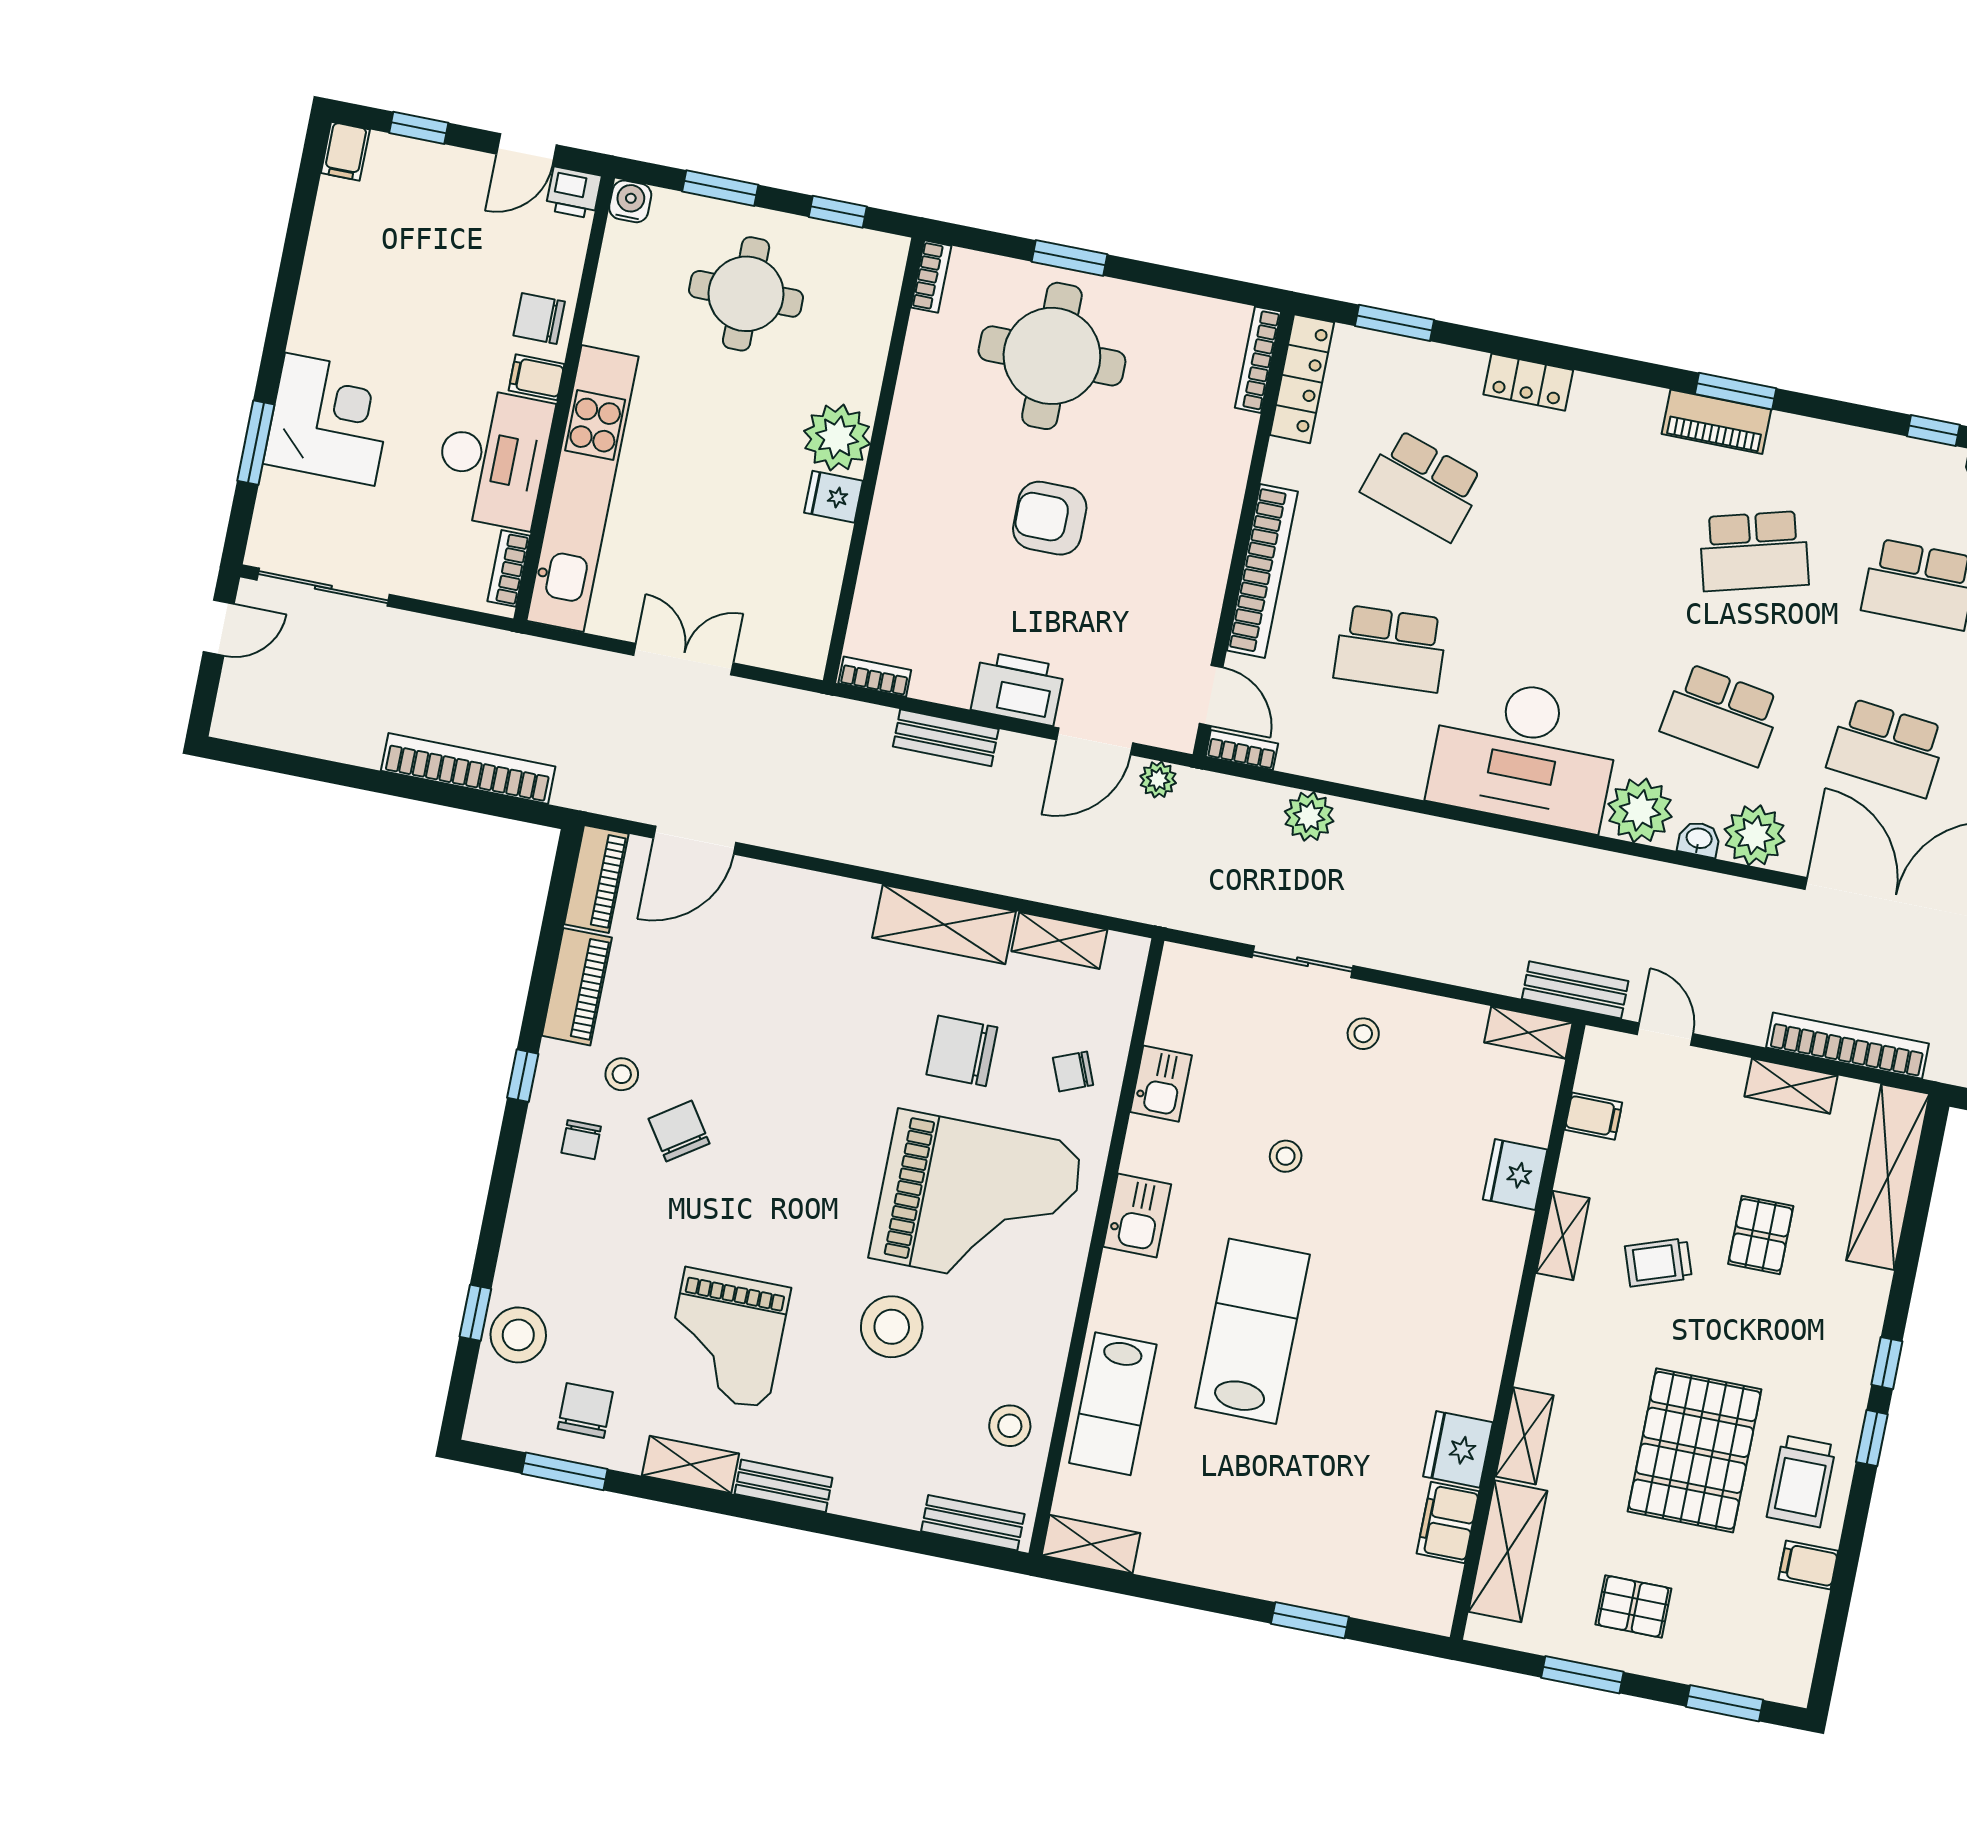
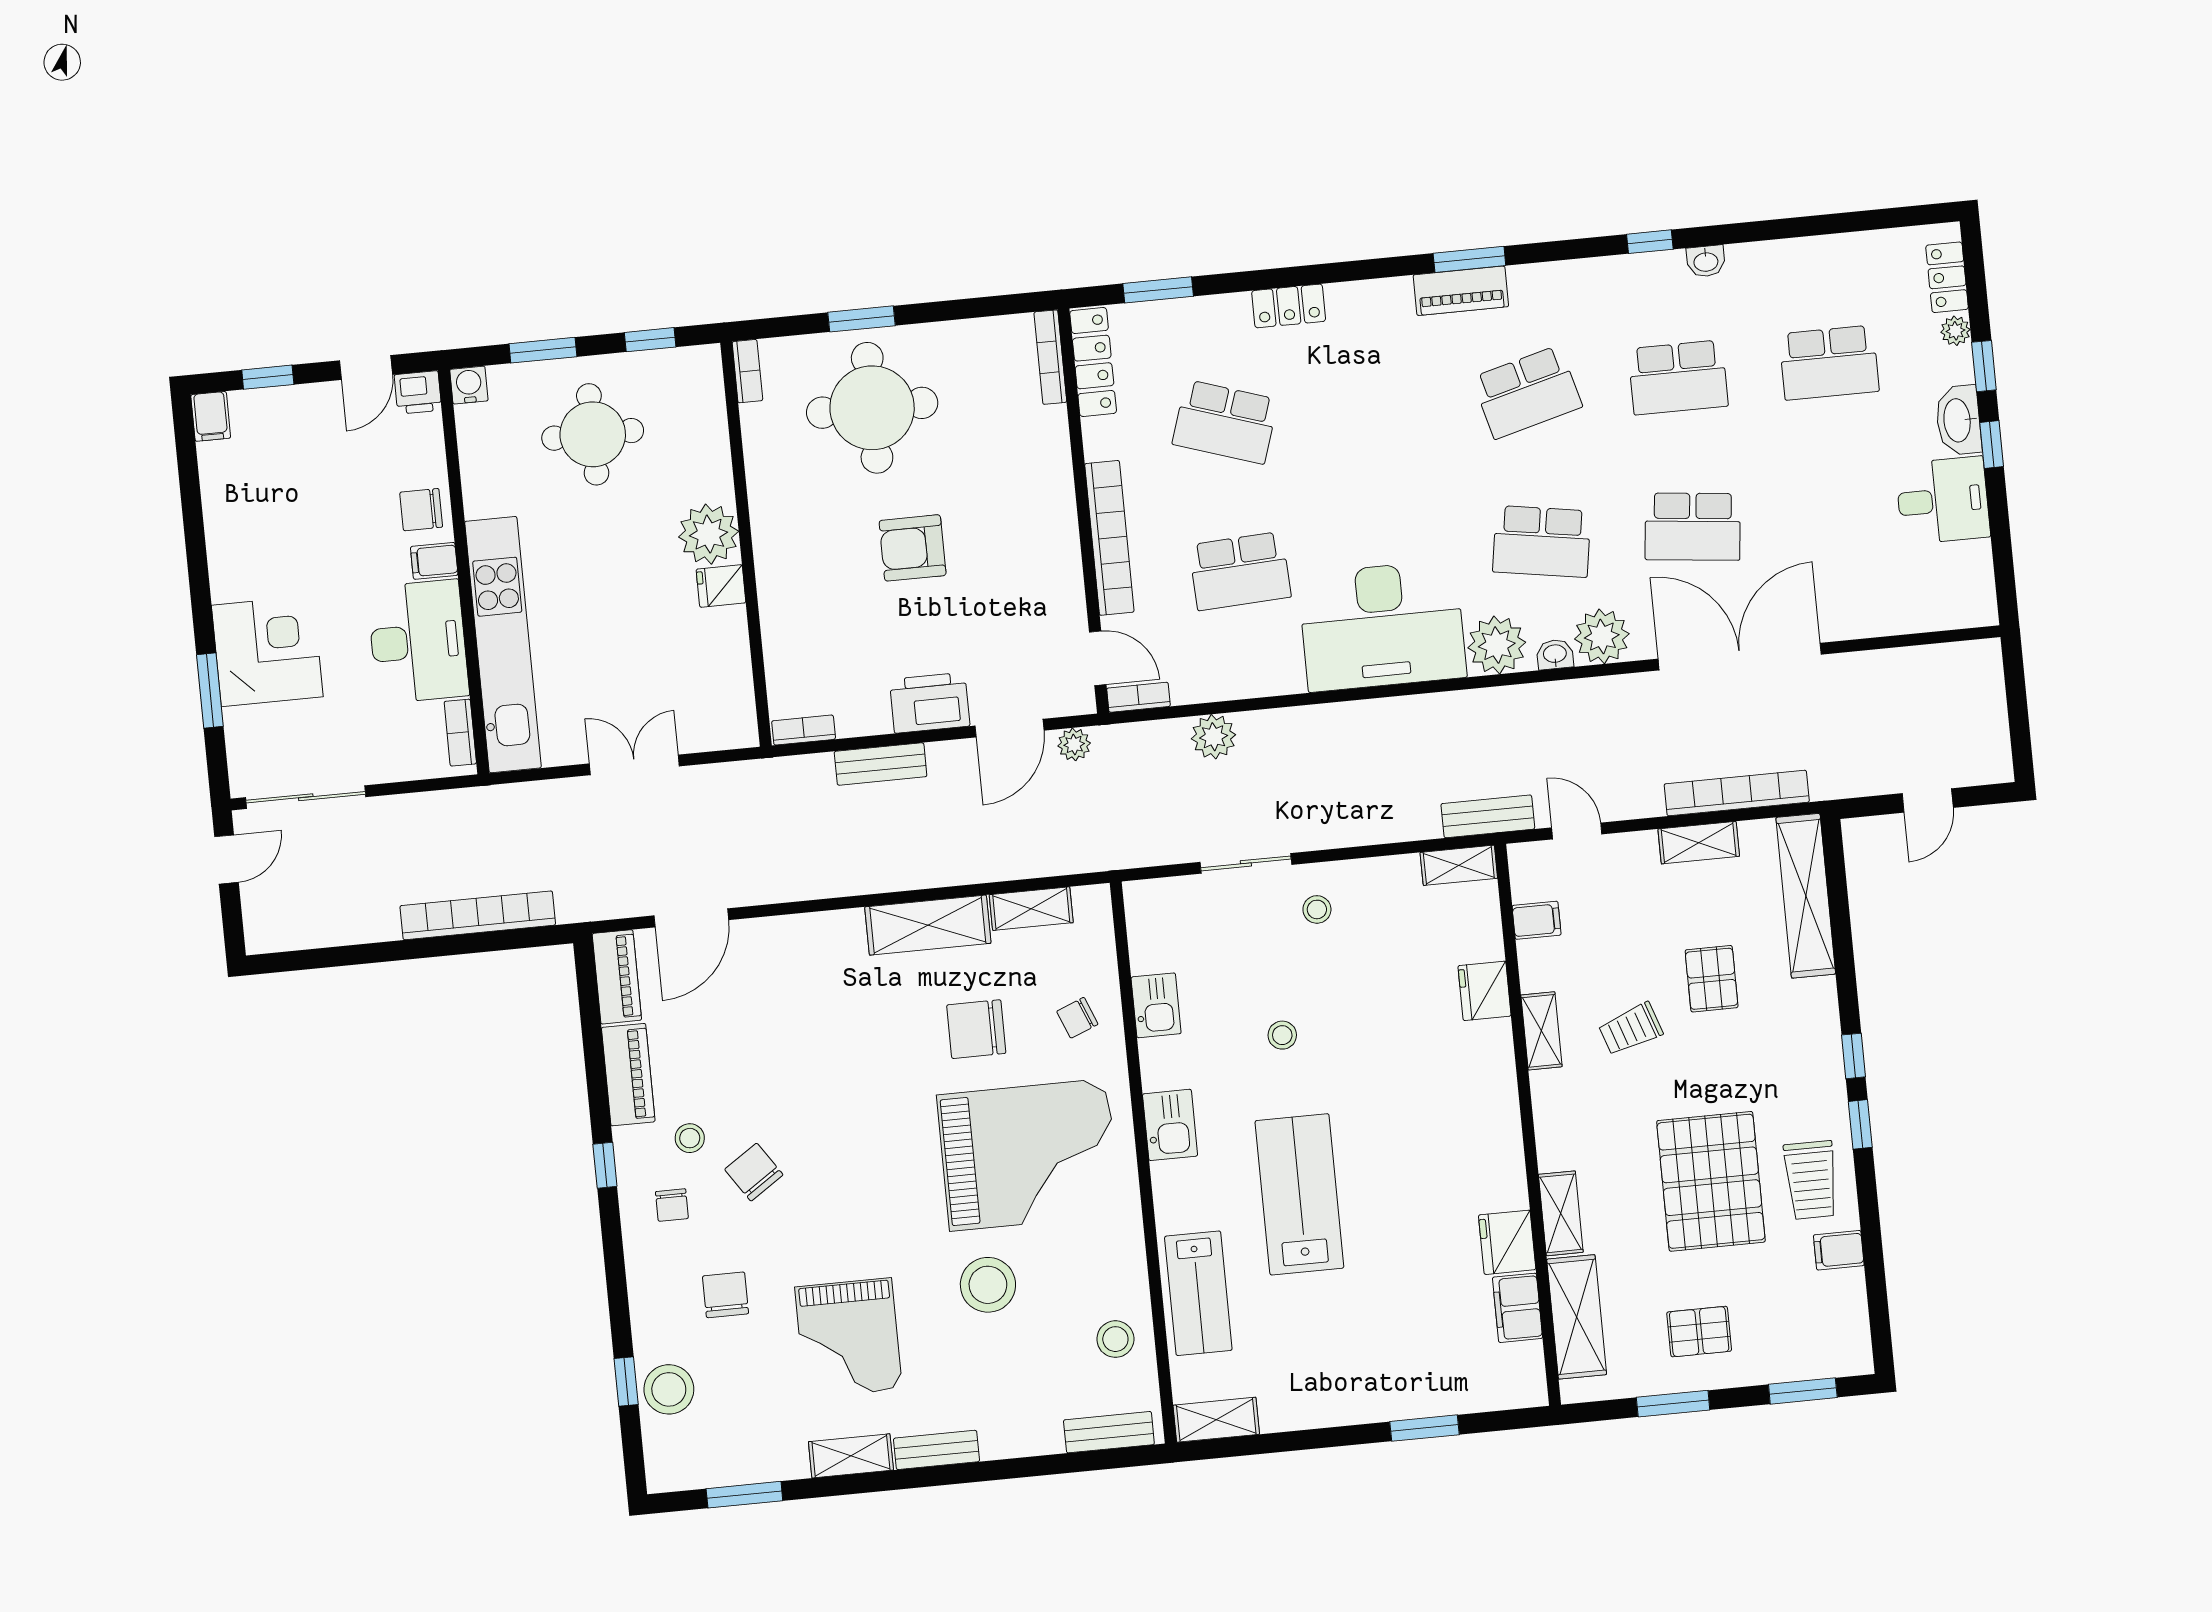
chair: (585, 1410) -> (726, 1295), moved

